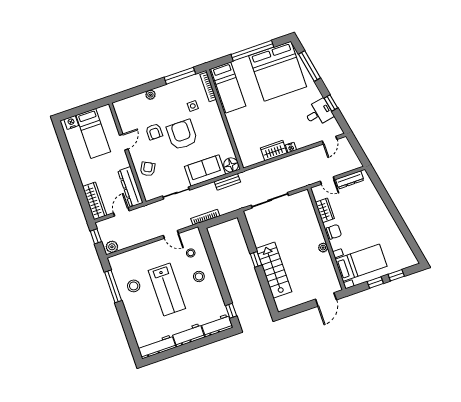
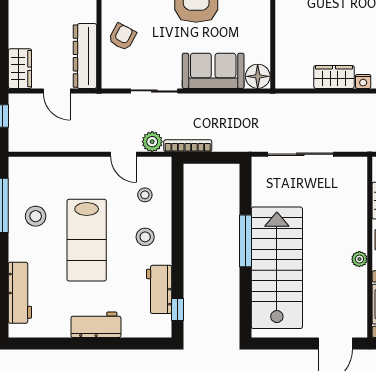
bench: (227, 182) -> (243, 101), removed
wardrobe: (95, 201) -> (20, 69), width x0.67
door: (121, 212) -> (57, 91), swing flipped
plant: (112, 247) -> (152, 142), moved
window: (256, 259) -> (246, 241), width x2.17
stairs: (274, 270) -> (277, 268), width x1.36, depth x1.51
workbench: (217, 326) -> (159, 289), moved, turned -90
workbench: (157, 347) -> (20, 293), moved, turned 90

